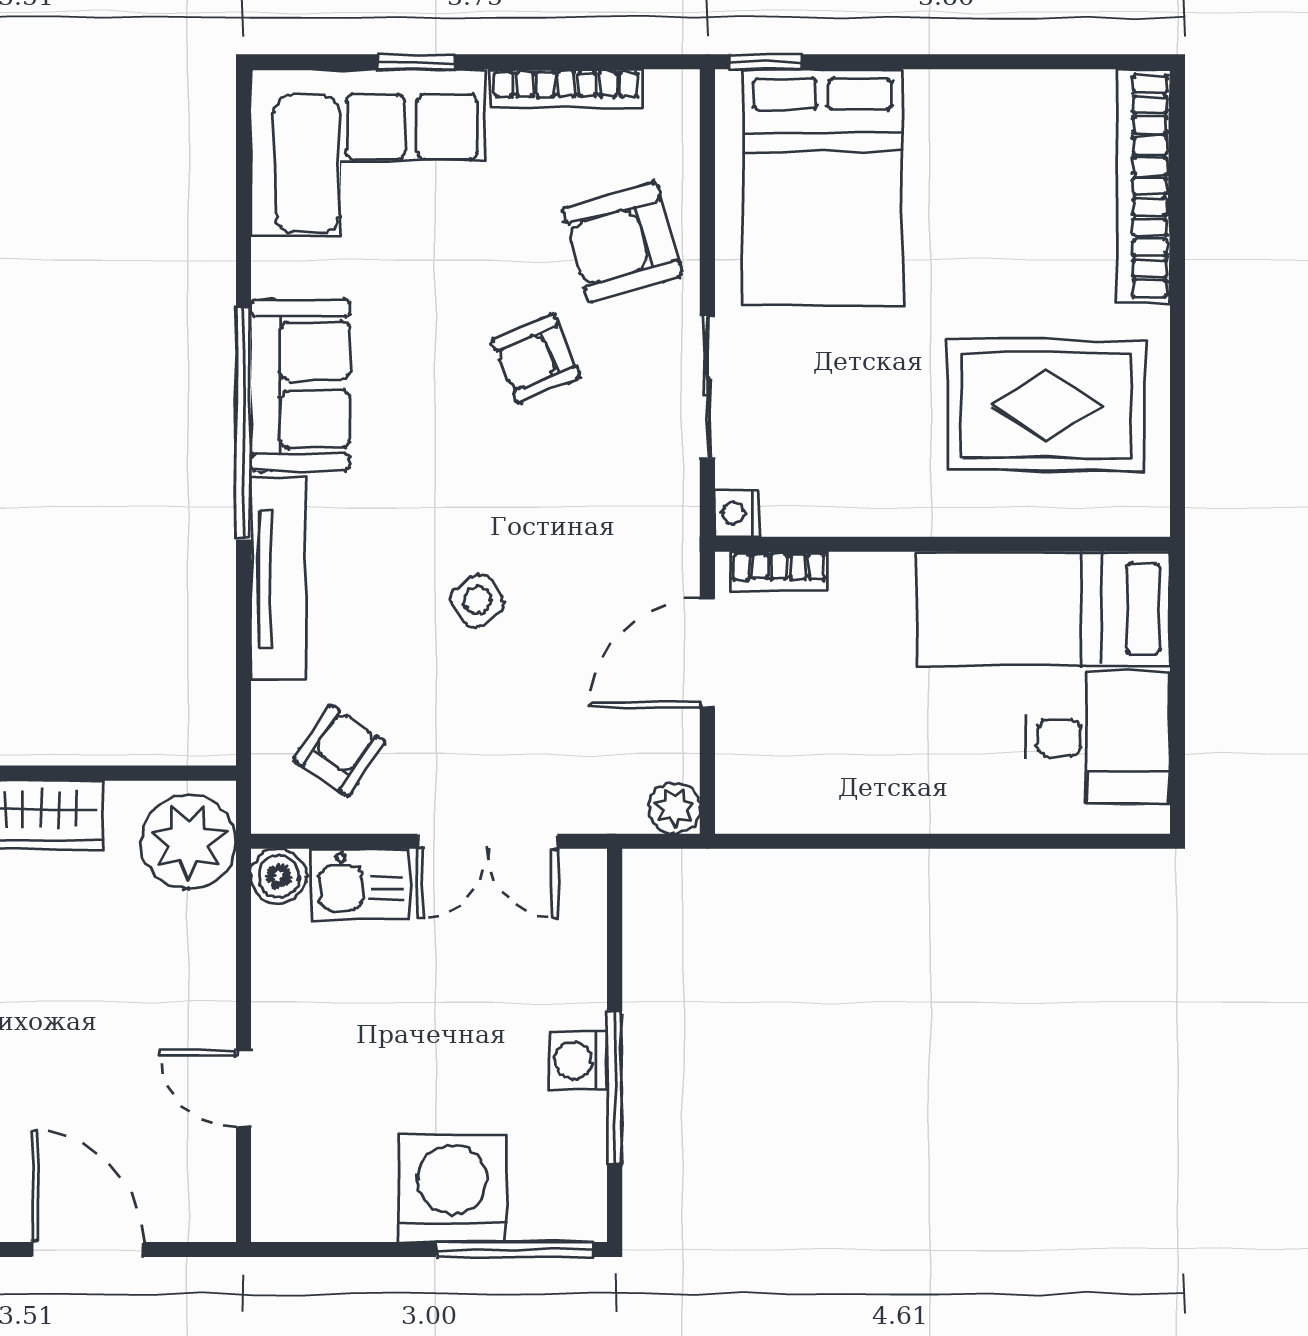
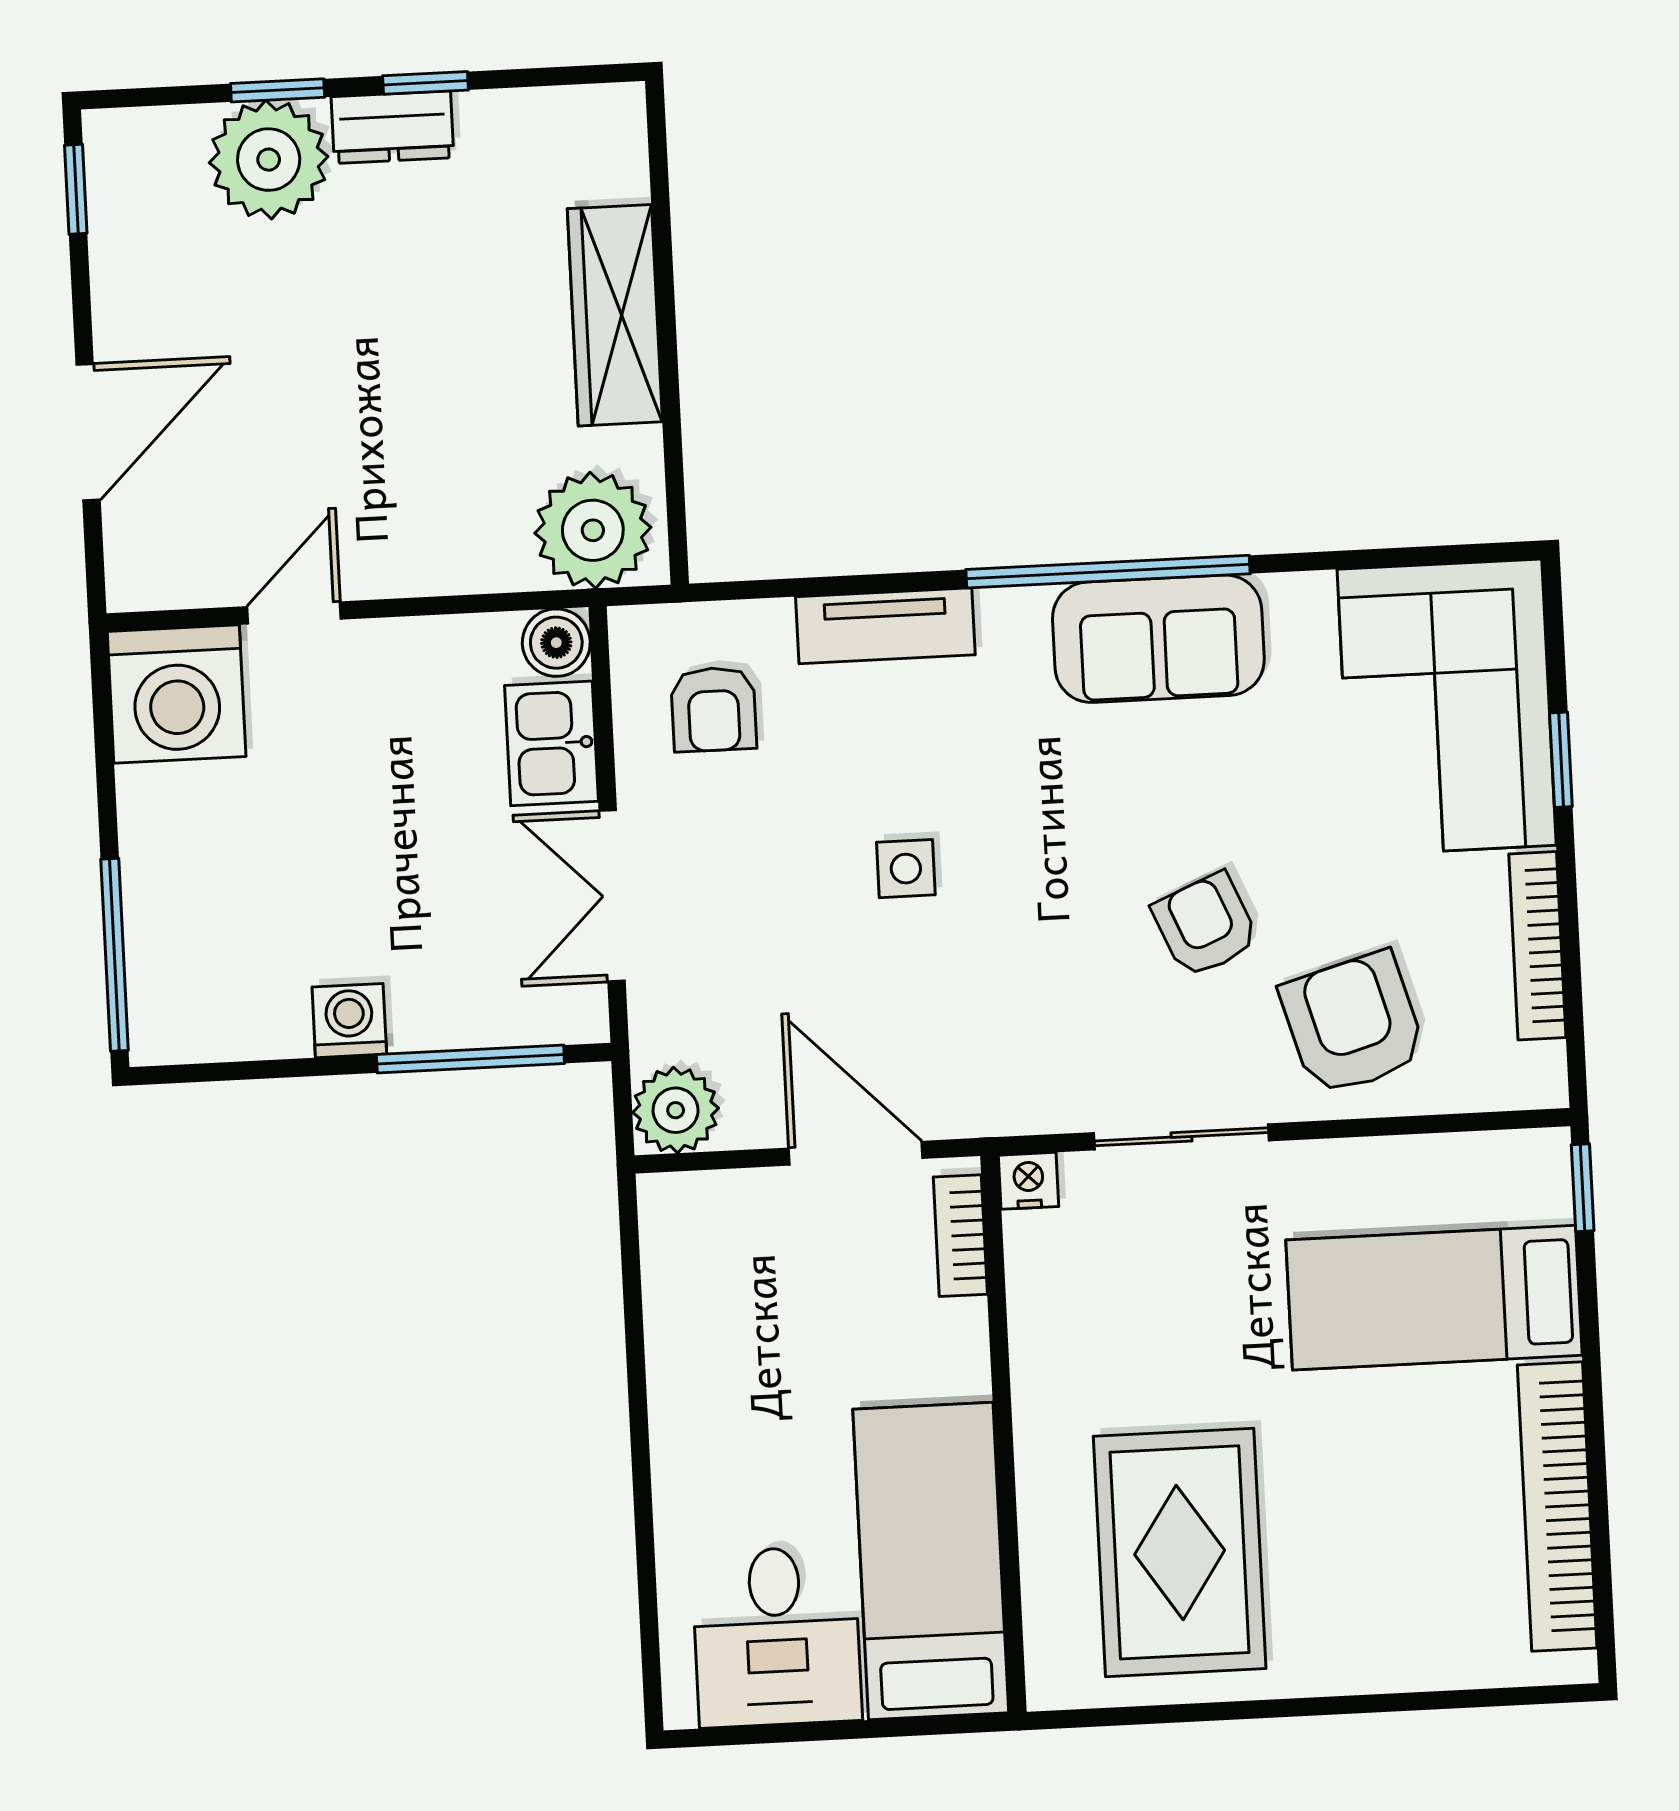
bookcase: (1143, 186) -> (1557, 1506), moved, turned -90
bed: (822, 188) -> (1434, 1298), width x0.67
tv unit: (278, 578) -> (885, 626), width x0.71
side table: (477, 601) -> (906, 869), turned 36
armchair: (339, 751) -> (714, 709), turned 56
plant: (674, 808) -> (676, 1110), width x1.38, depth x1.38
window: (615, 1088) -> (470, 1059), moved
washing machine: (452, 1188) -> (177, 694), moved, turned 90

